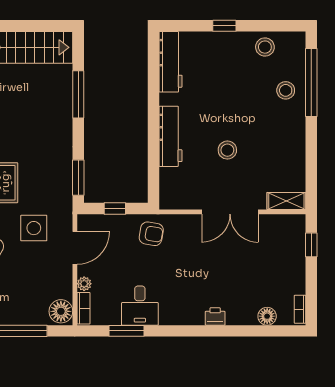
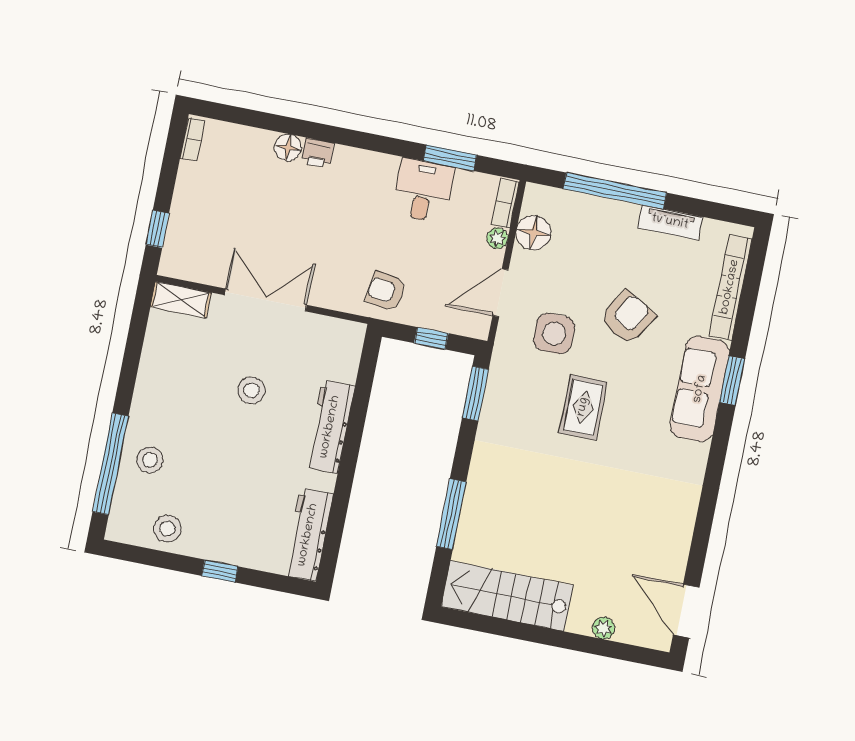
floor lamp: (61, 311) -> (534, 233), moved
floor lamp: (267, 316) -> (288, 148), moved

